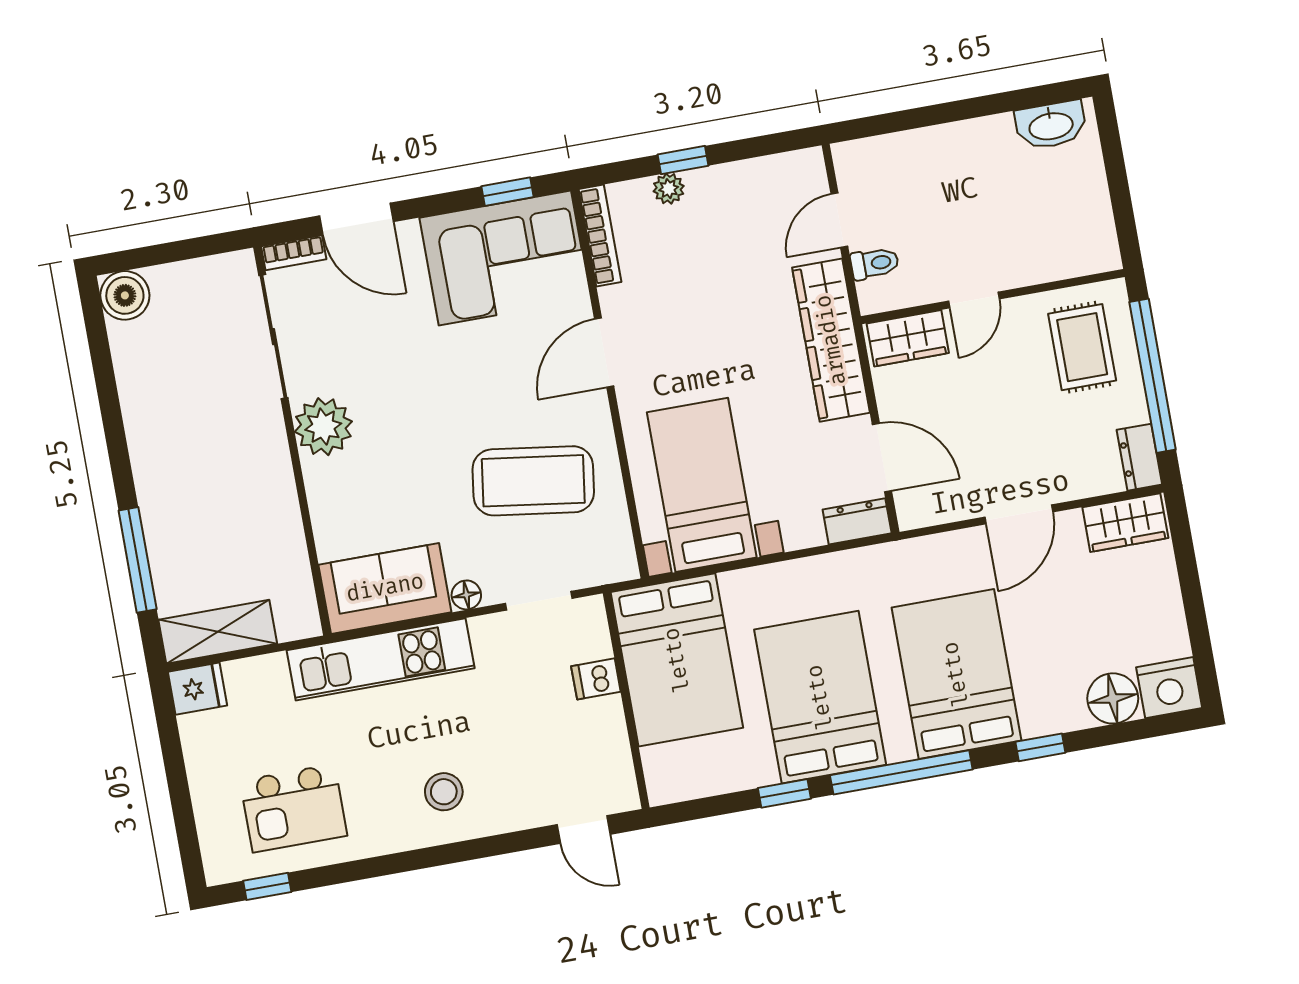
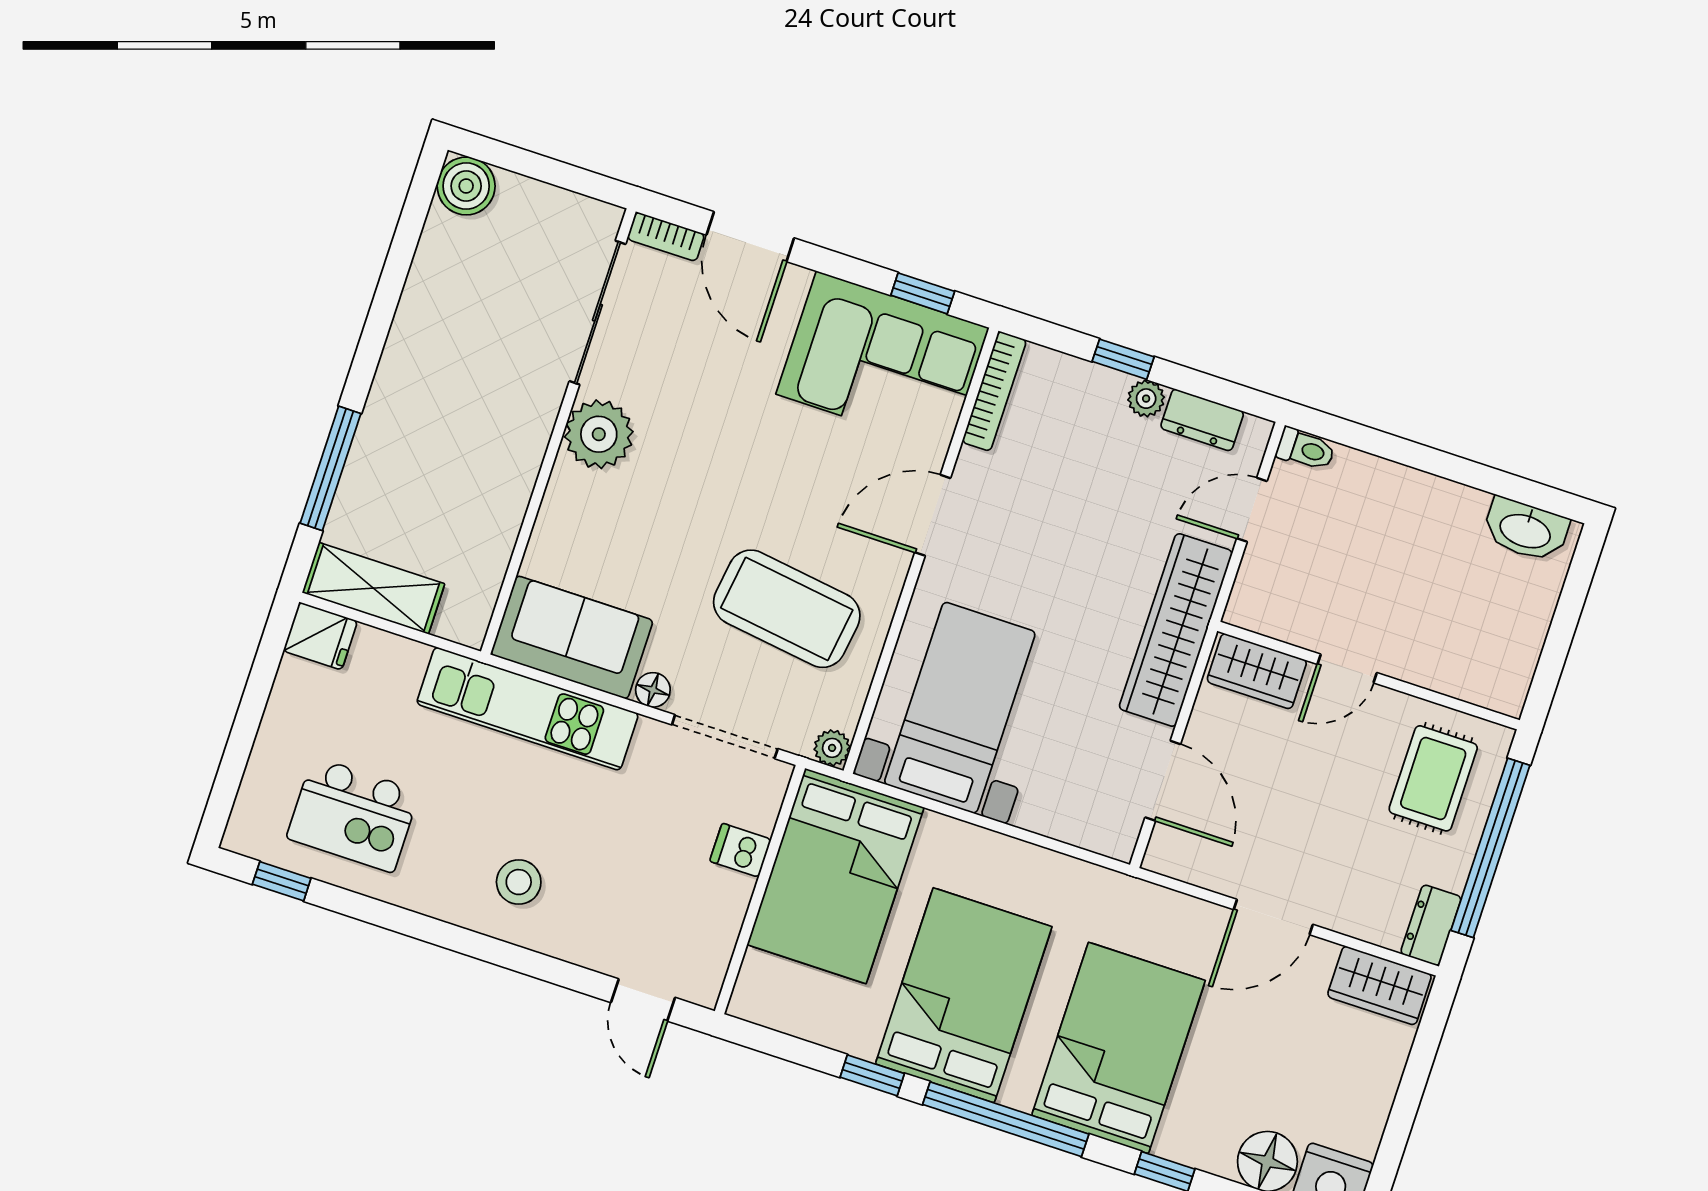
plant: (669, 189) -> (1146, 399), moved
toilet: (875, 263) -> (1306, 449), moved
dresser: (857, 521) -> (1202, 420), moved, turned 180
plant: (623, 566) -> (832, 748), added
doorway: (539, 601) -> (725, 737), width x1.38

